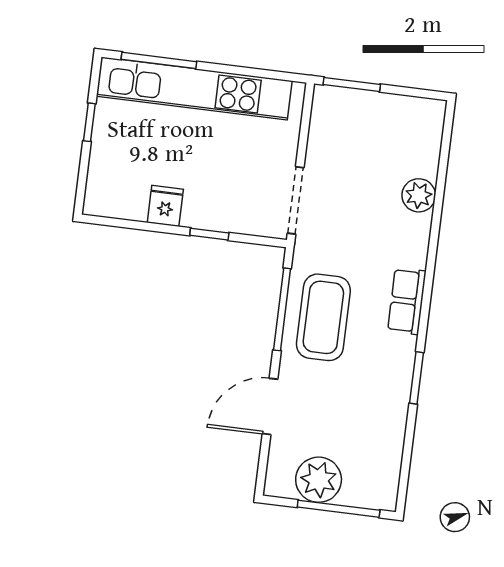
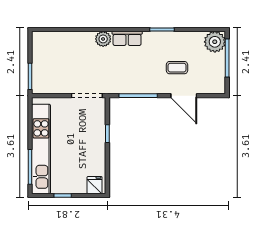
plant: (419, 195) -> (103, 39), moved
fridge: (165, 206) -> (95, 185), moved, turned 90
coffee table: (323, 317) -> (177, 68), moved, width x0.54, depth x0.58
plant: (319, 480) -> (215, 42), moved

